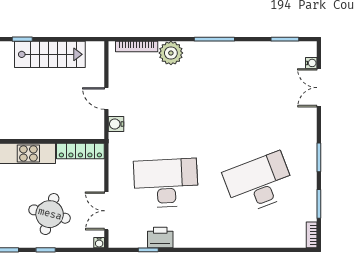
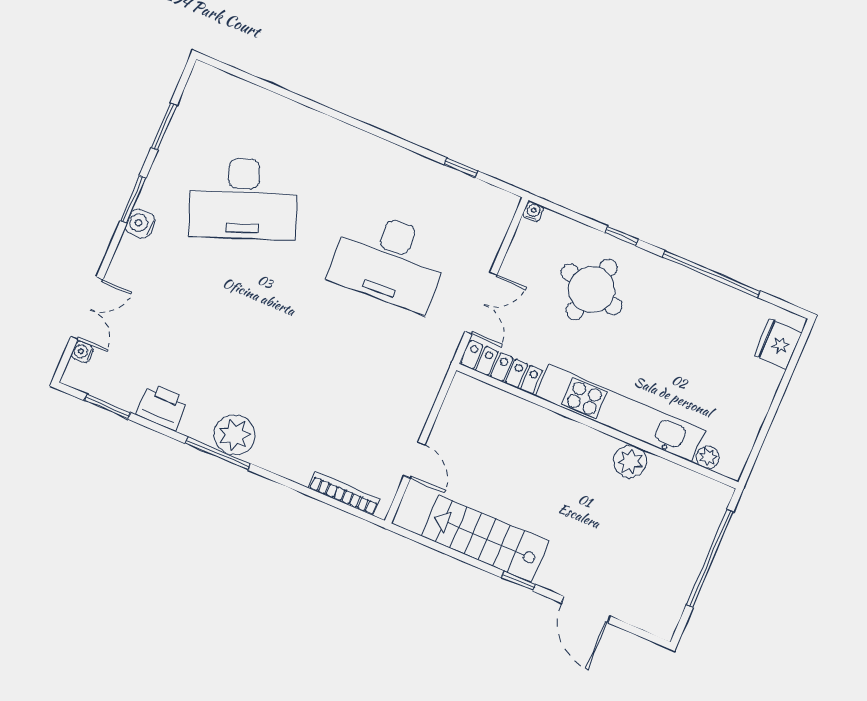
plant: (171, 53) -> (234, 435), moved
door: (106, 98) -> (414, 460), moved
water cooler: (116, 124) -> (140, 224), moved, turned 180
double door: (106, 211) -> (481, 303), moved
bookcase: (312, 235) -> (196, 83), removed
printer: (160, 237) -> (162, 407), moved, turned 180

